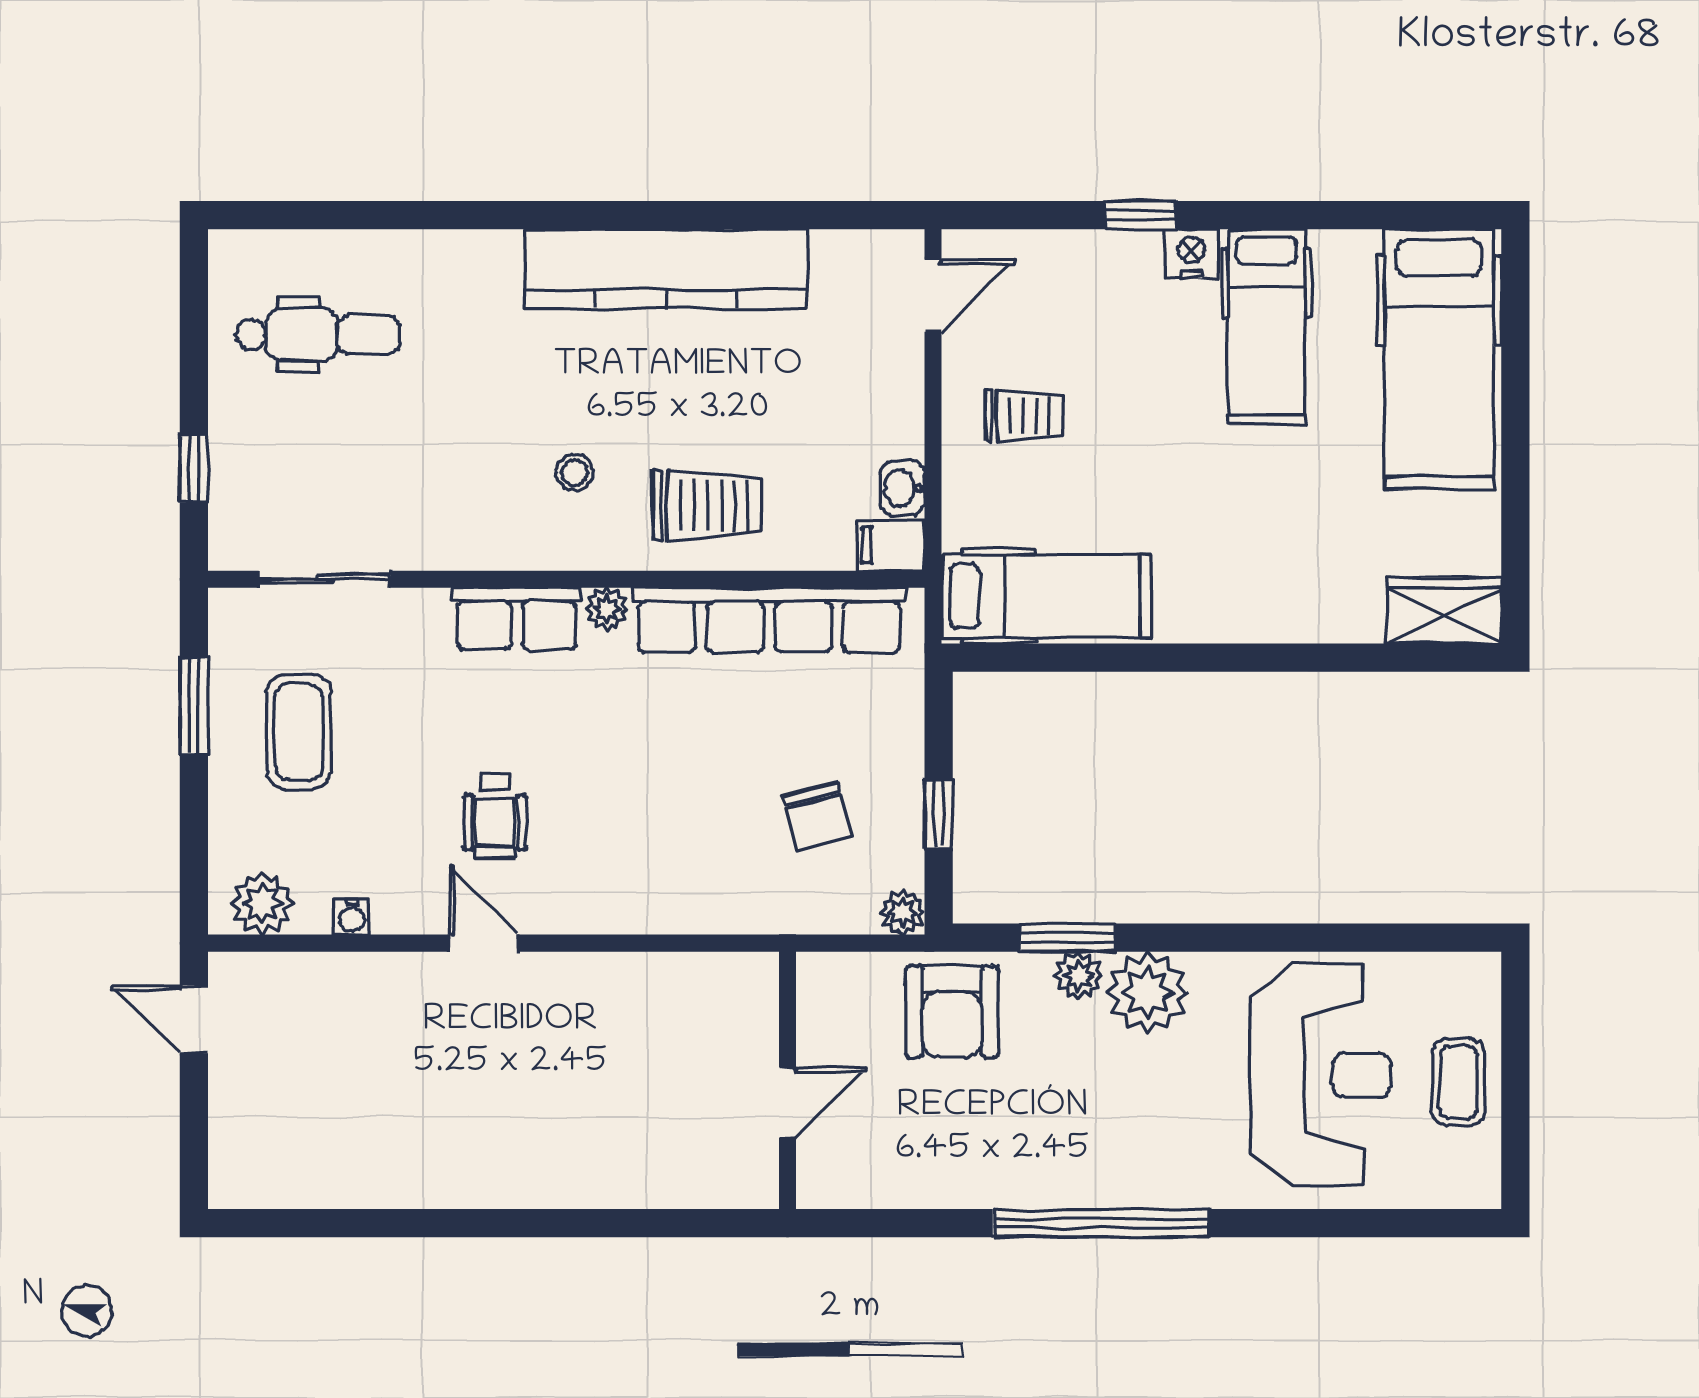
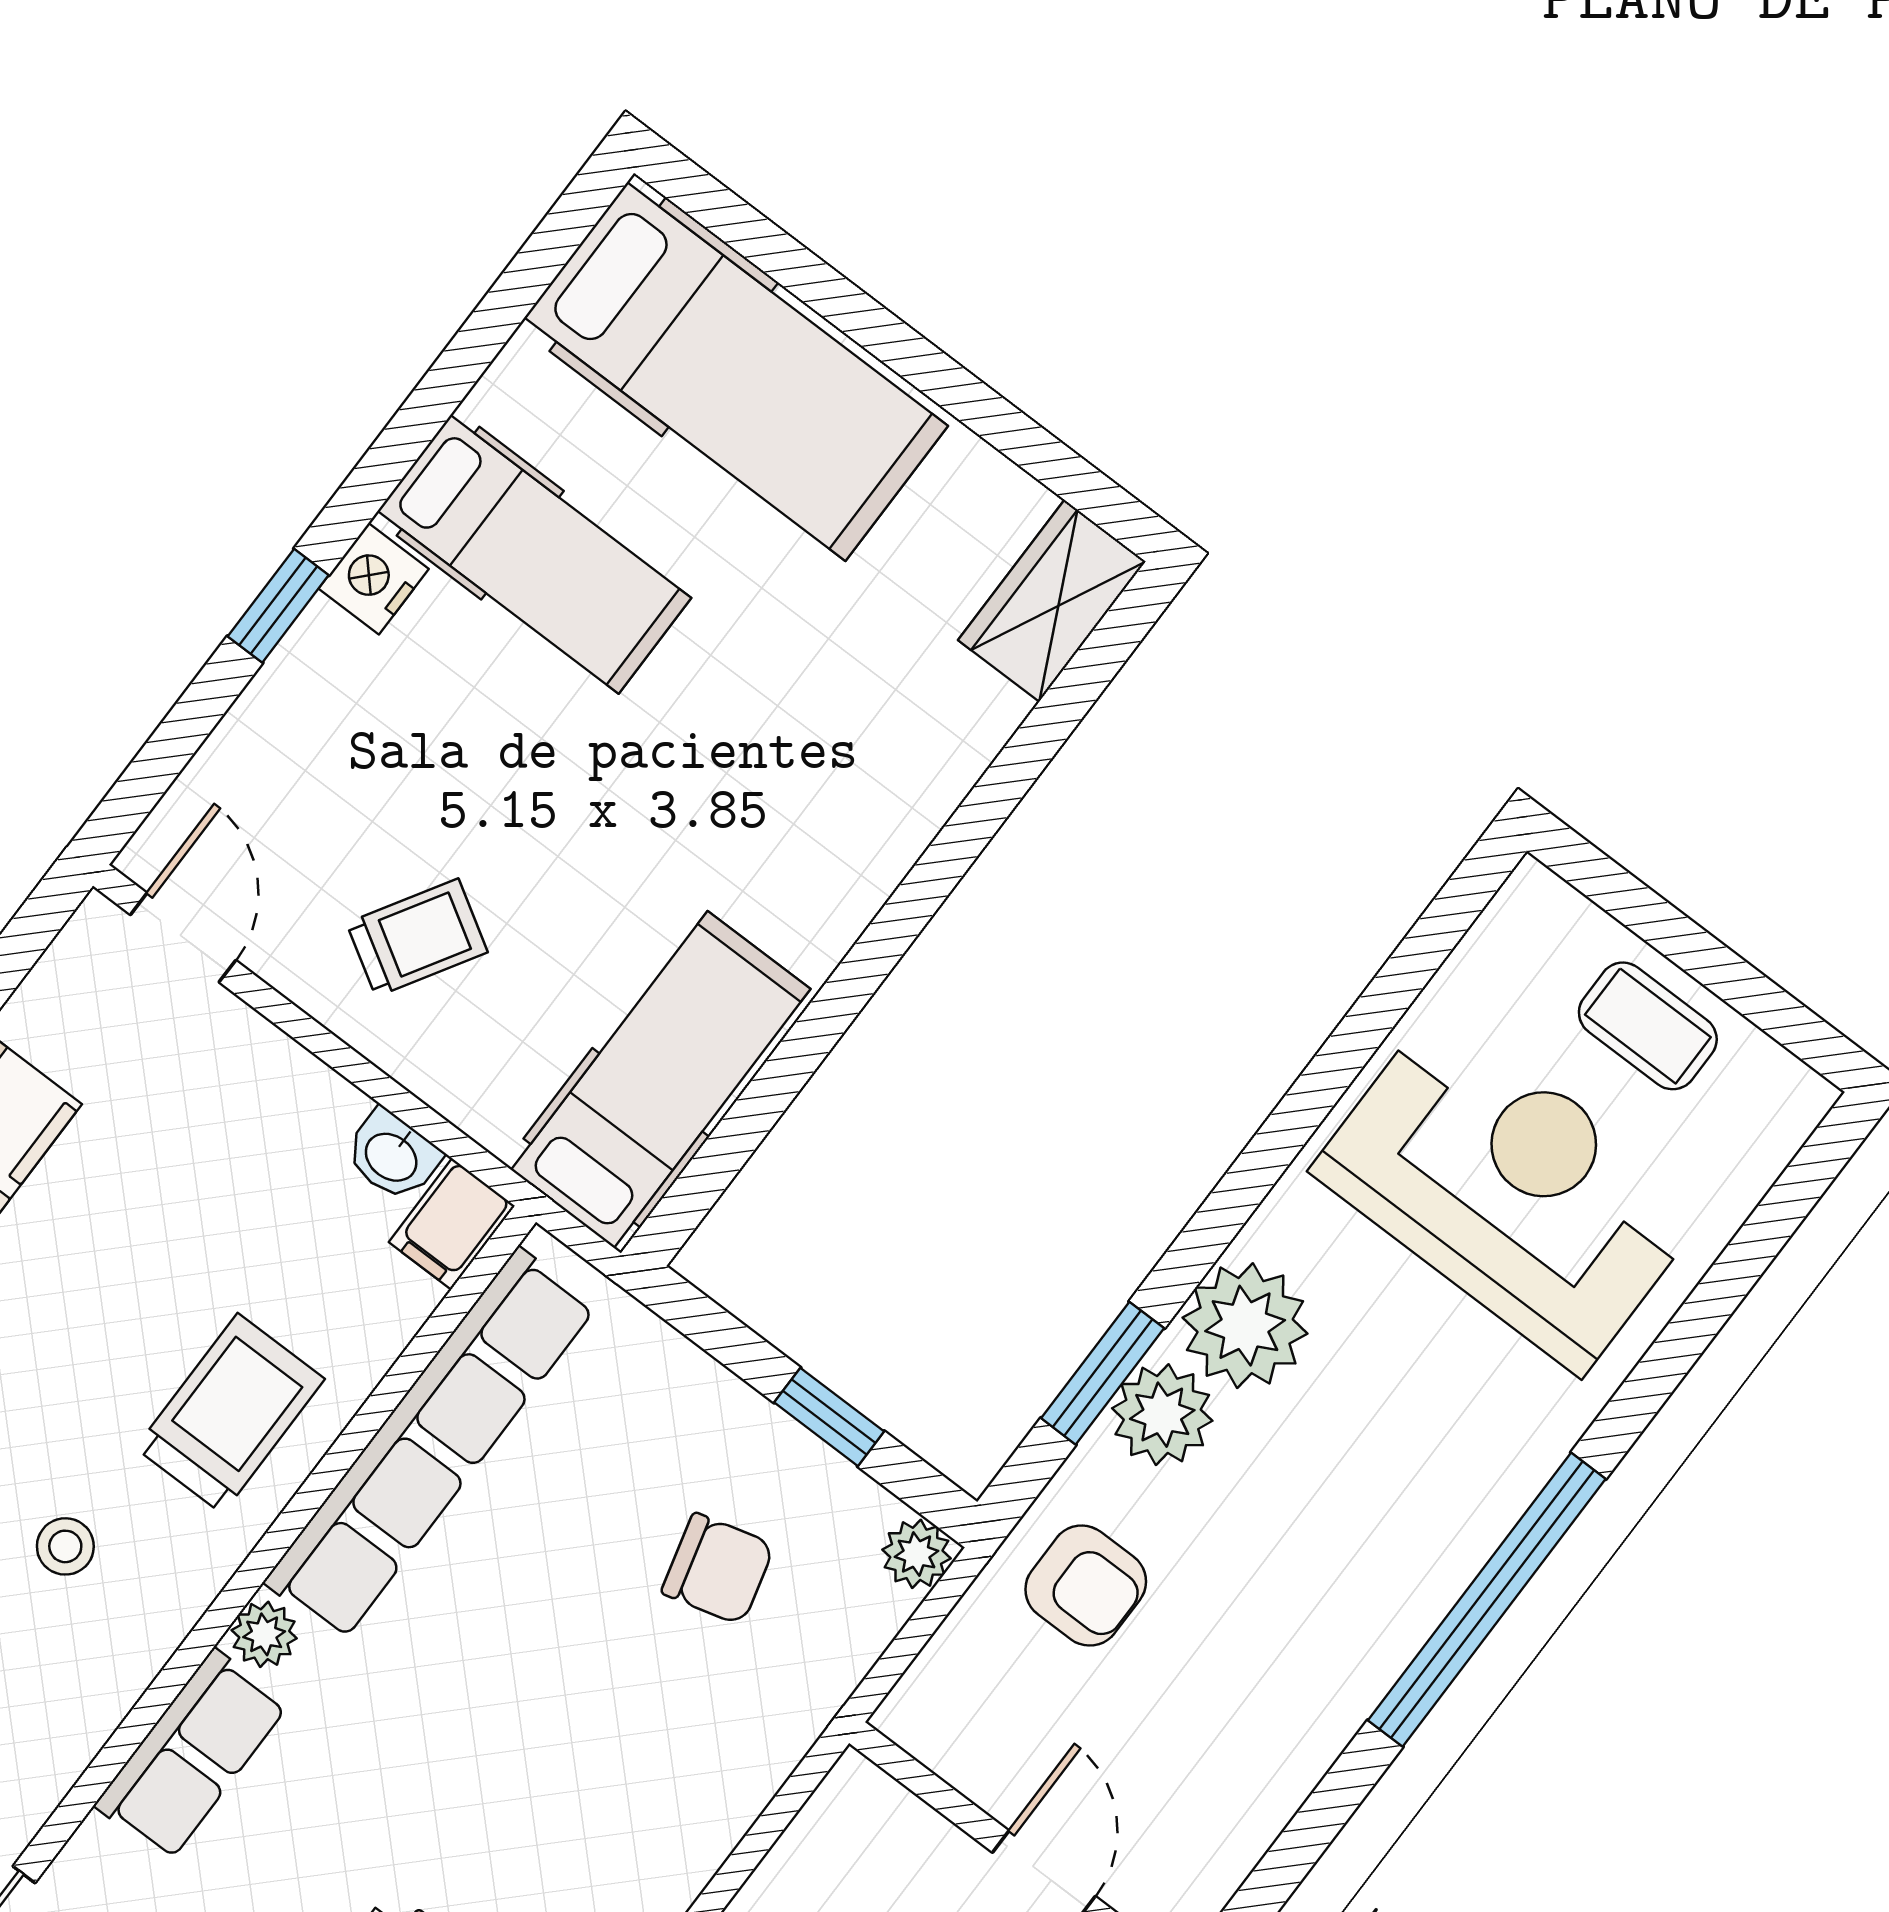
trolley: (1024, 416) -> (417, 938), turned 31
plant: (1079, 975) -> (1162, 1415), width x1.38, depth x1.38
armchair: (952, 1012) -> (1086, 1586), width x0.72, depth x0.72

